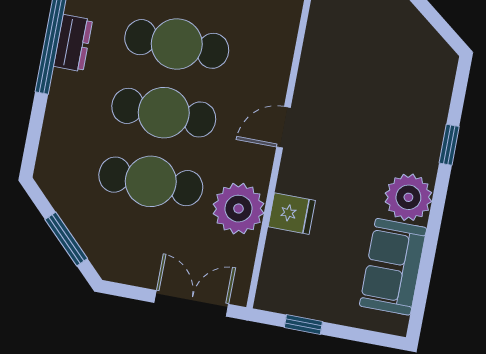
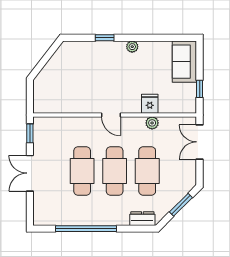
dresser: (73, 43) -> (142, 219), moved
plant: (408, 197) -> (132, 47), width x0.53, depth x0.53
plant: (238, 209) -> (152, 123), width x0.53, depth x0.53
sofa: (393, 267) -> (184, 62), moved, turned 90

